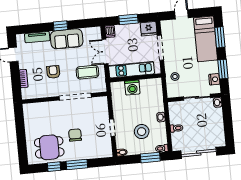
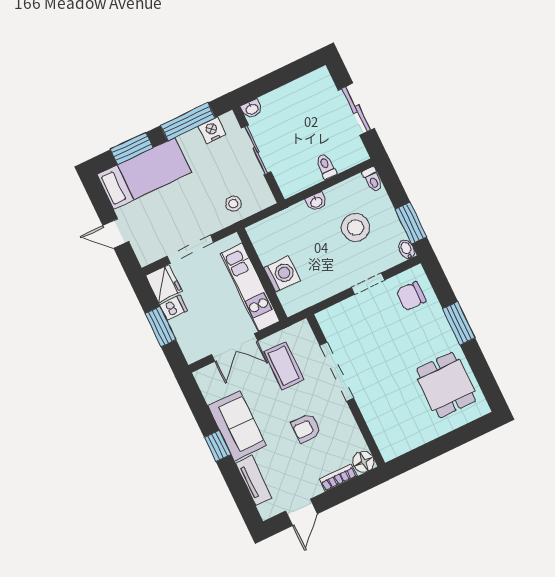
dishwasher: (110, 31) -> (174, 308), moved
window: (223, 69) -> (188, 122), width x1.44
floor lamp: (27, 94) -> (364, 462), added
chair: (75, 135) -> (411, 296), moved
sliding door: (199, 153) -> (356, 109), width x0.73
window: (150, 158) -> (411, 223), moved
window: (54, 167) -> (478, 363), removed

